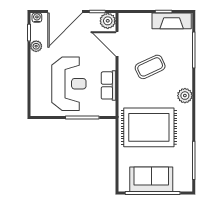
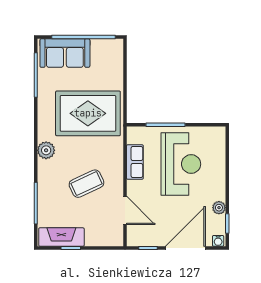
plant: (108, 21) -> (136, 237), removed
reception desk: (69, 84) -> (181, 164), turned 180
sofa: (151, 179) -> (65, 53), moved

